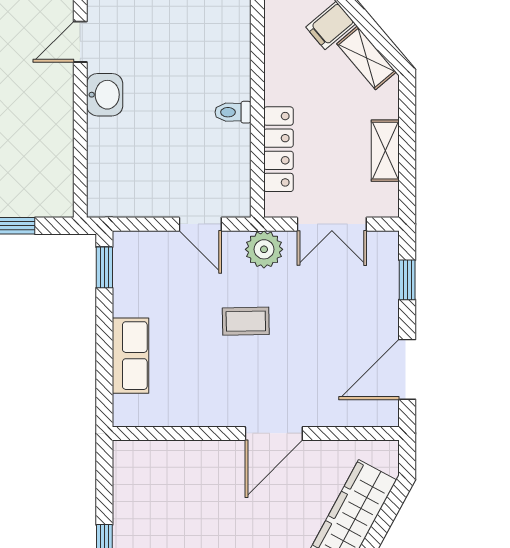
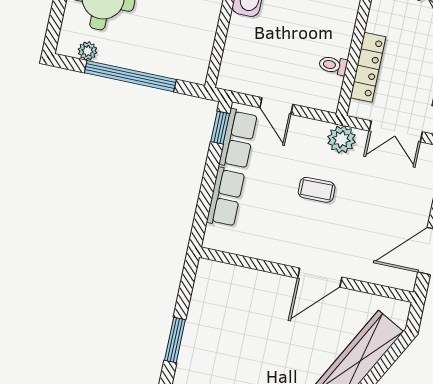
toilet: (233, 112) -> (333, 65), moved
door: (200, 224) -> (276, 106), moved
row of seats: (131, 277) -> (238, 139), added

